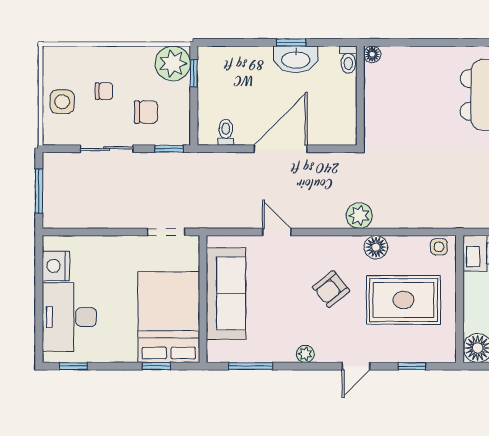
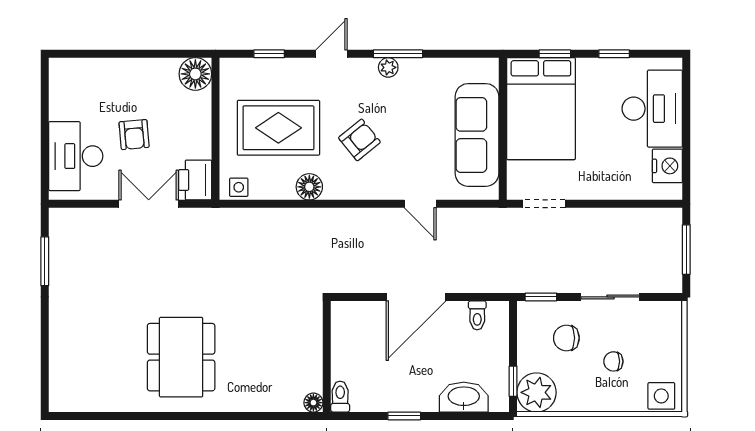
washbasin: (296, 59) -> (464, 397), moved
side table: (62, 102) -> (661, 396), moved
plant: (359, 216) -> (328, 222), removed
window: (73, 366) -> (614, 54), moved
window: (251, 366) -> (398, 54), moved

